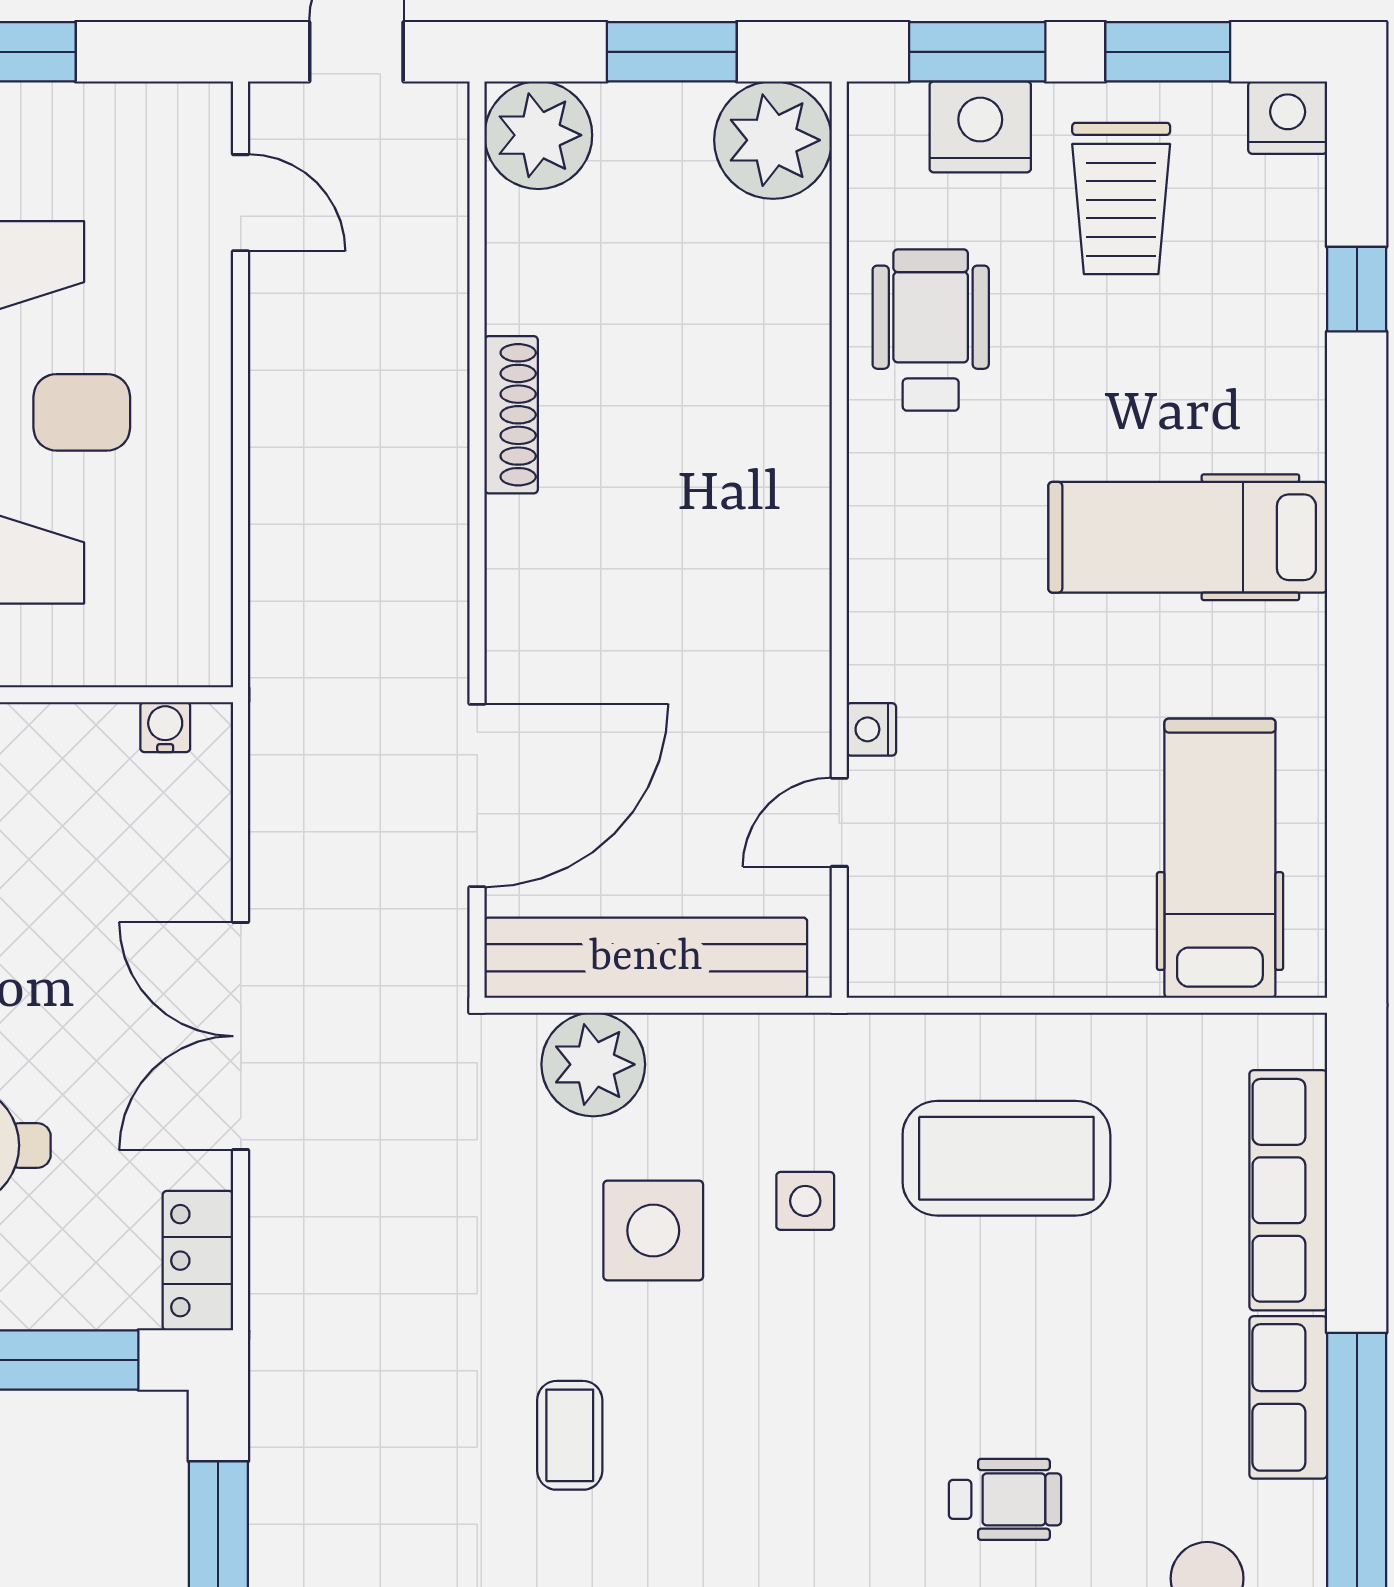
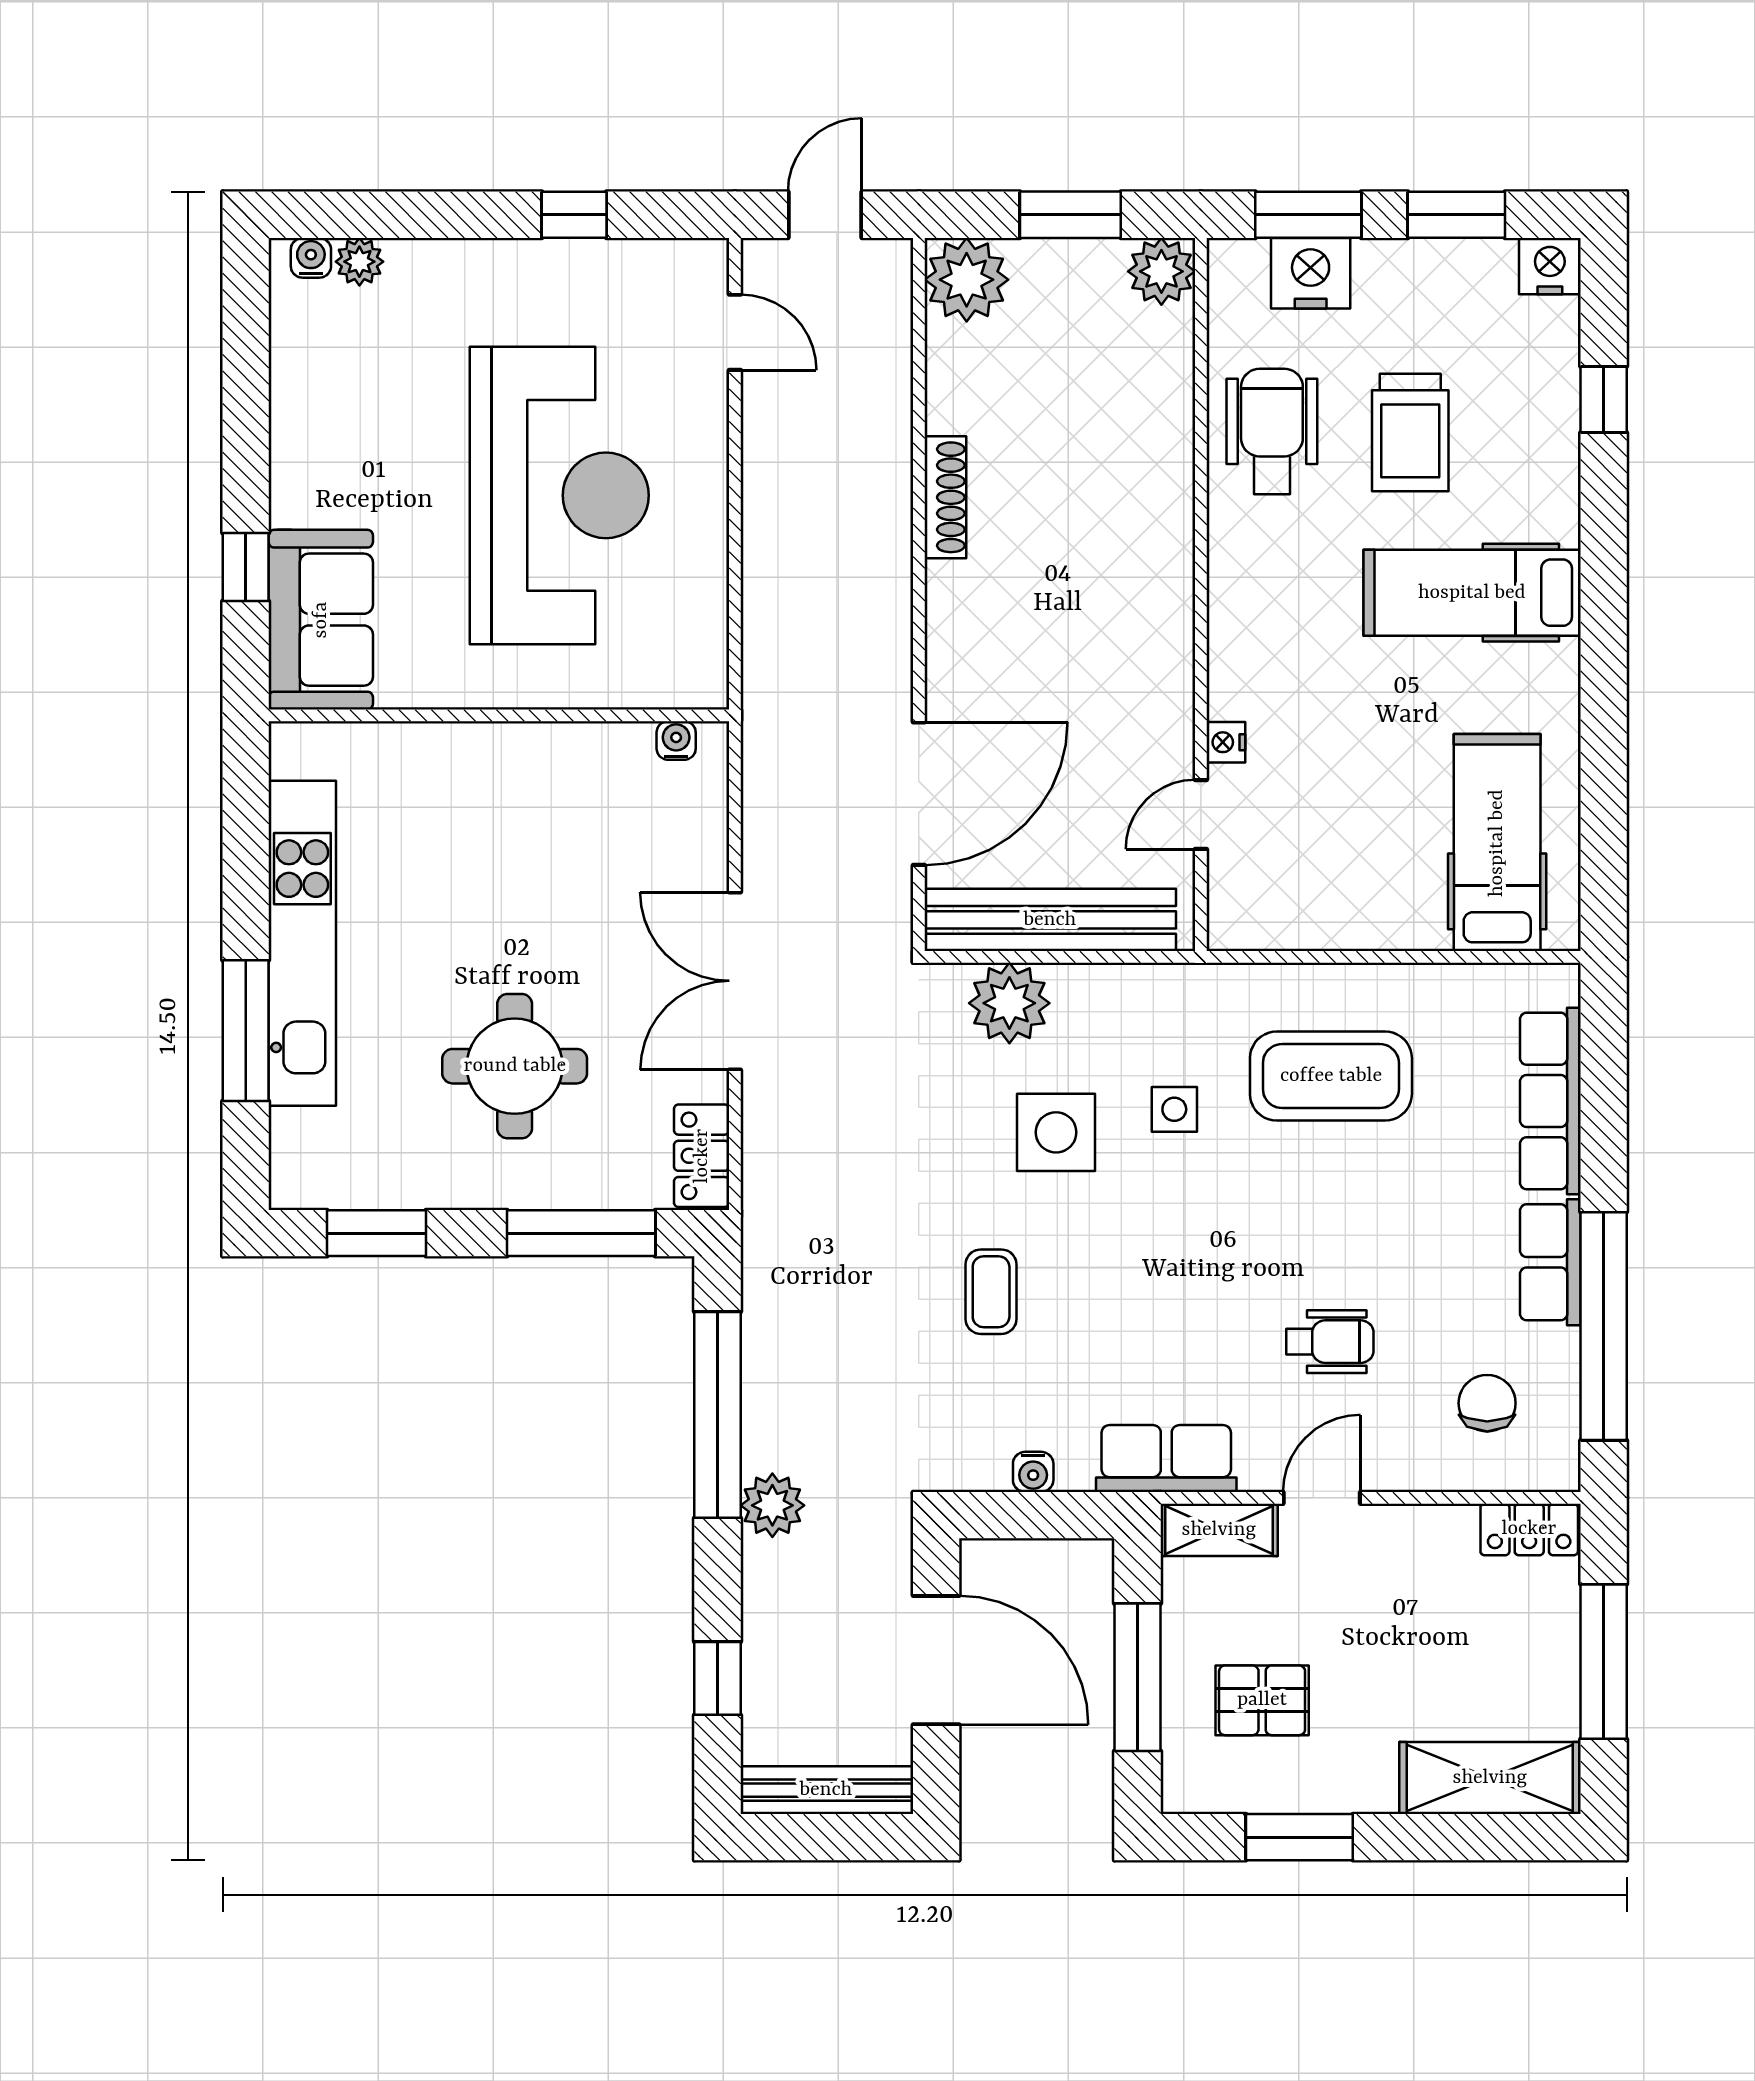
plant: (773, 140) -> (1161, 271), width x0.73, depth x0.73
trolley: (1121, 198) -> (1410, 433), moved

